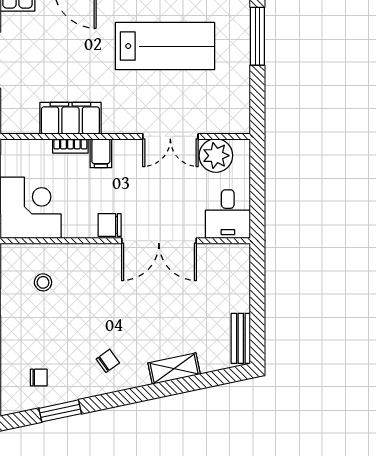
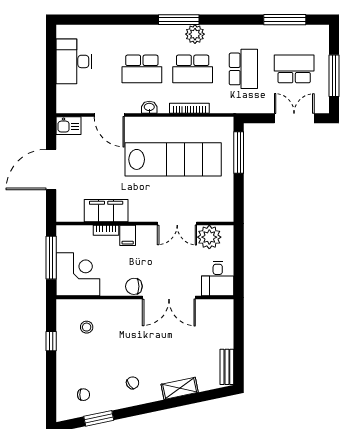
lab bench: (165, 46) -> (173, 159), width x1.36

